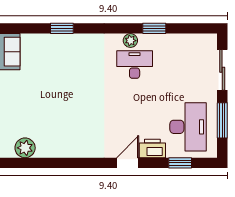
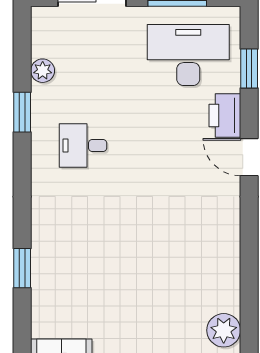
plant: (130, 41) -> (43, 71), moved
desk: (135, 64) -> (83, 145), width x0.73

